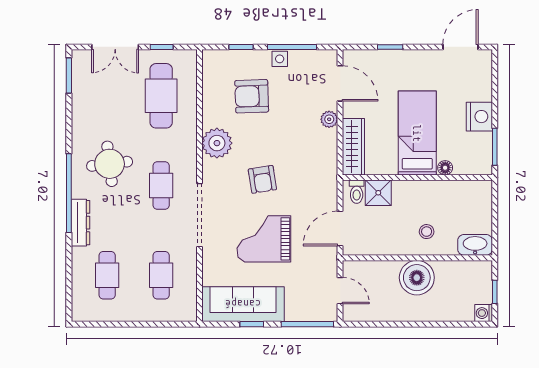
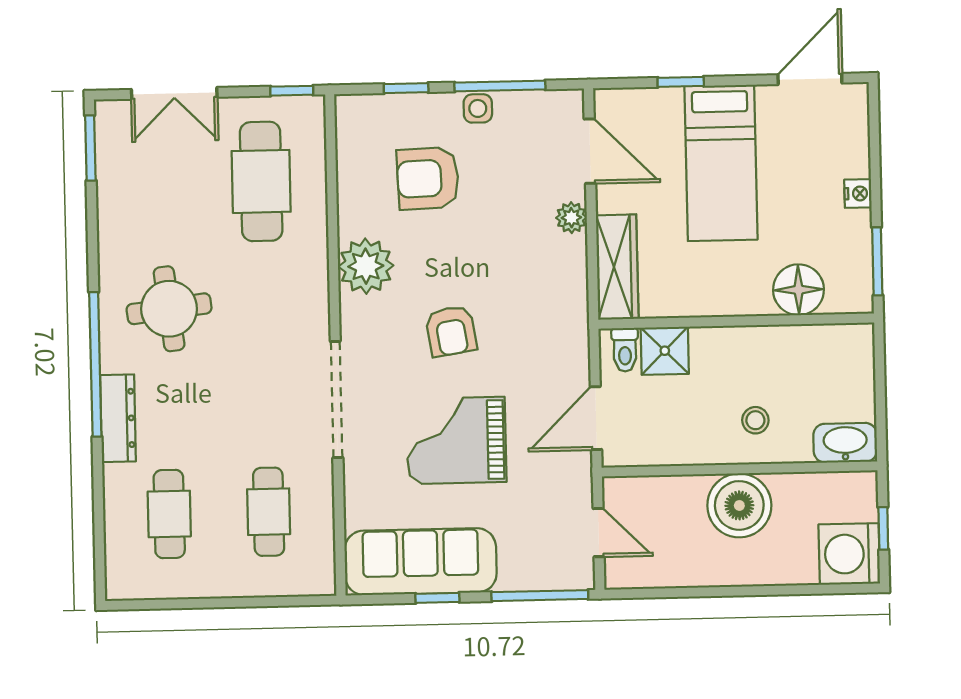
window: (162, 47) -> (292, 91), moved
nightstand: (479, 117) -> (858, 193), width x0.53, depth x0.56
bed: (417, 133) -> (721, 163), moved, turned 180
floor lamp: (445, 168) -> (799, 290), width x1.89, depth x1.89
cafe table: (161, 186) -> (265, 347), removed
washing machine: (484, 313) -> (849, 554), width x1.89, depth x1.89

